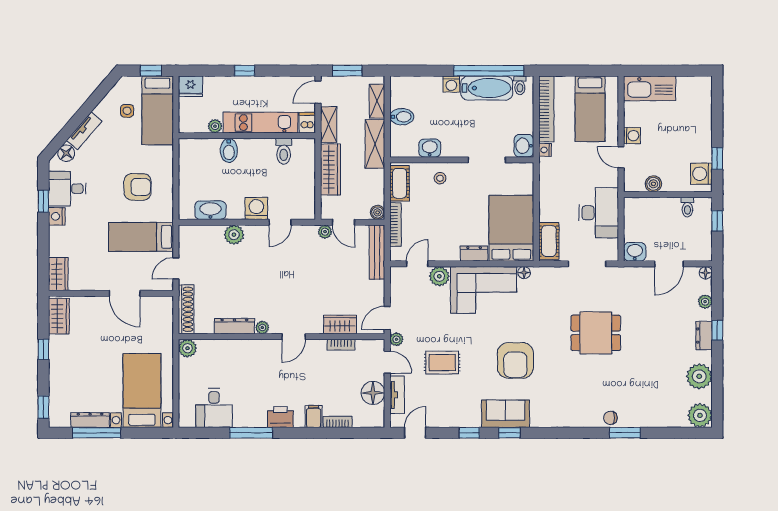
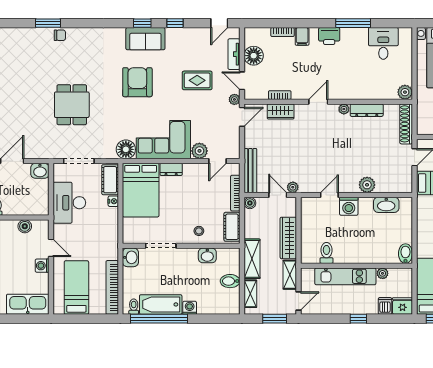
dishwasher: (307, 123) -> (385, 306), moved, turned 180
bidet: (229, 150) -> (405, 254), moved
nightstand: (545, 150) -> (113, 201), moved
floor lamp: (524, 273) -> (126, 149), width x1.89, depth x1.89
dining table: (596, 333) -> (72, 105), turned 90

